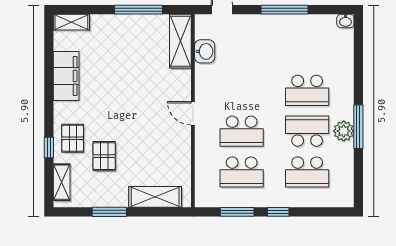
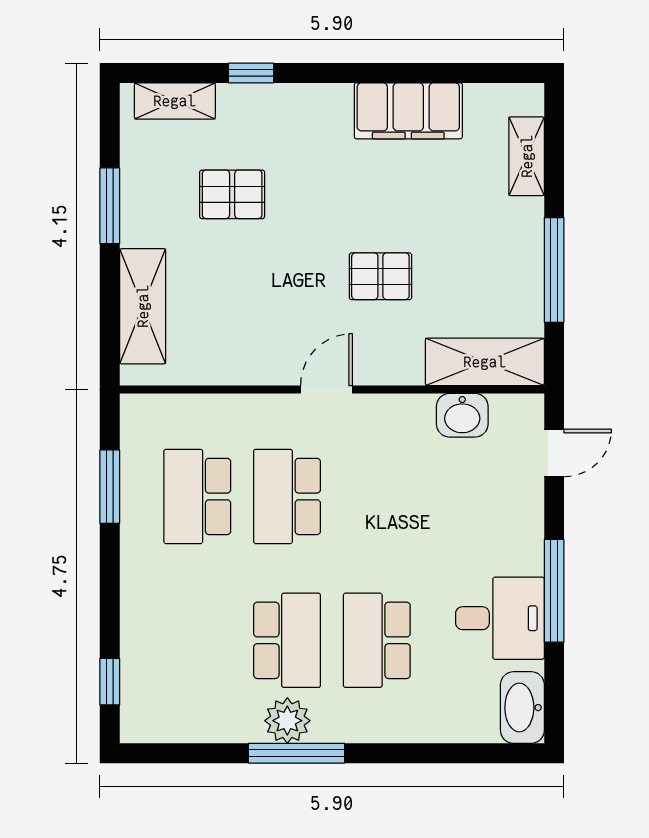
washbasin: (345, 21) -> (522, 708), width x1.91, depth x1.45
shelving: (71, 22) -> (527, 156), moved
desk: (297, 34) -> (500, 618), added
pallet: (73, 138) -> (380, 276), moved
school desk: (307, 172) -> (197, 640), removed
window: (278, 212) -> (110, 682), moved

